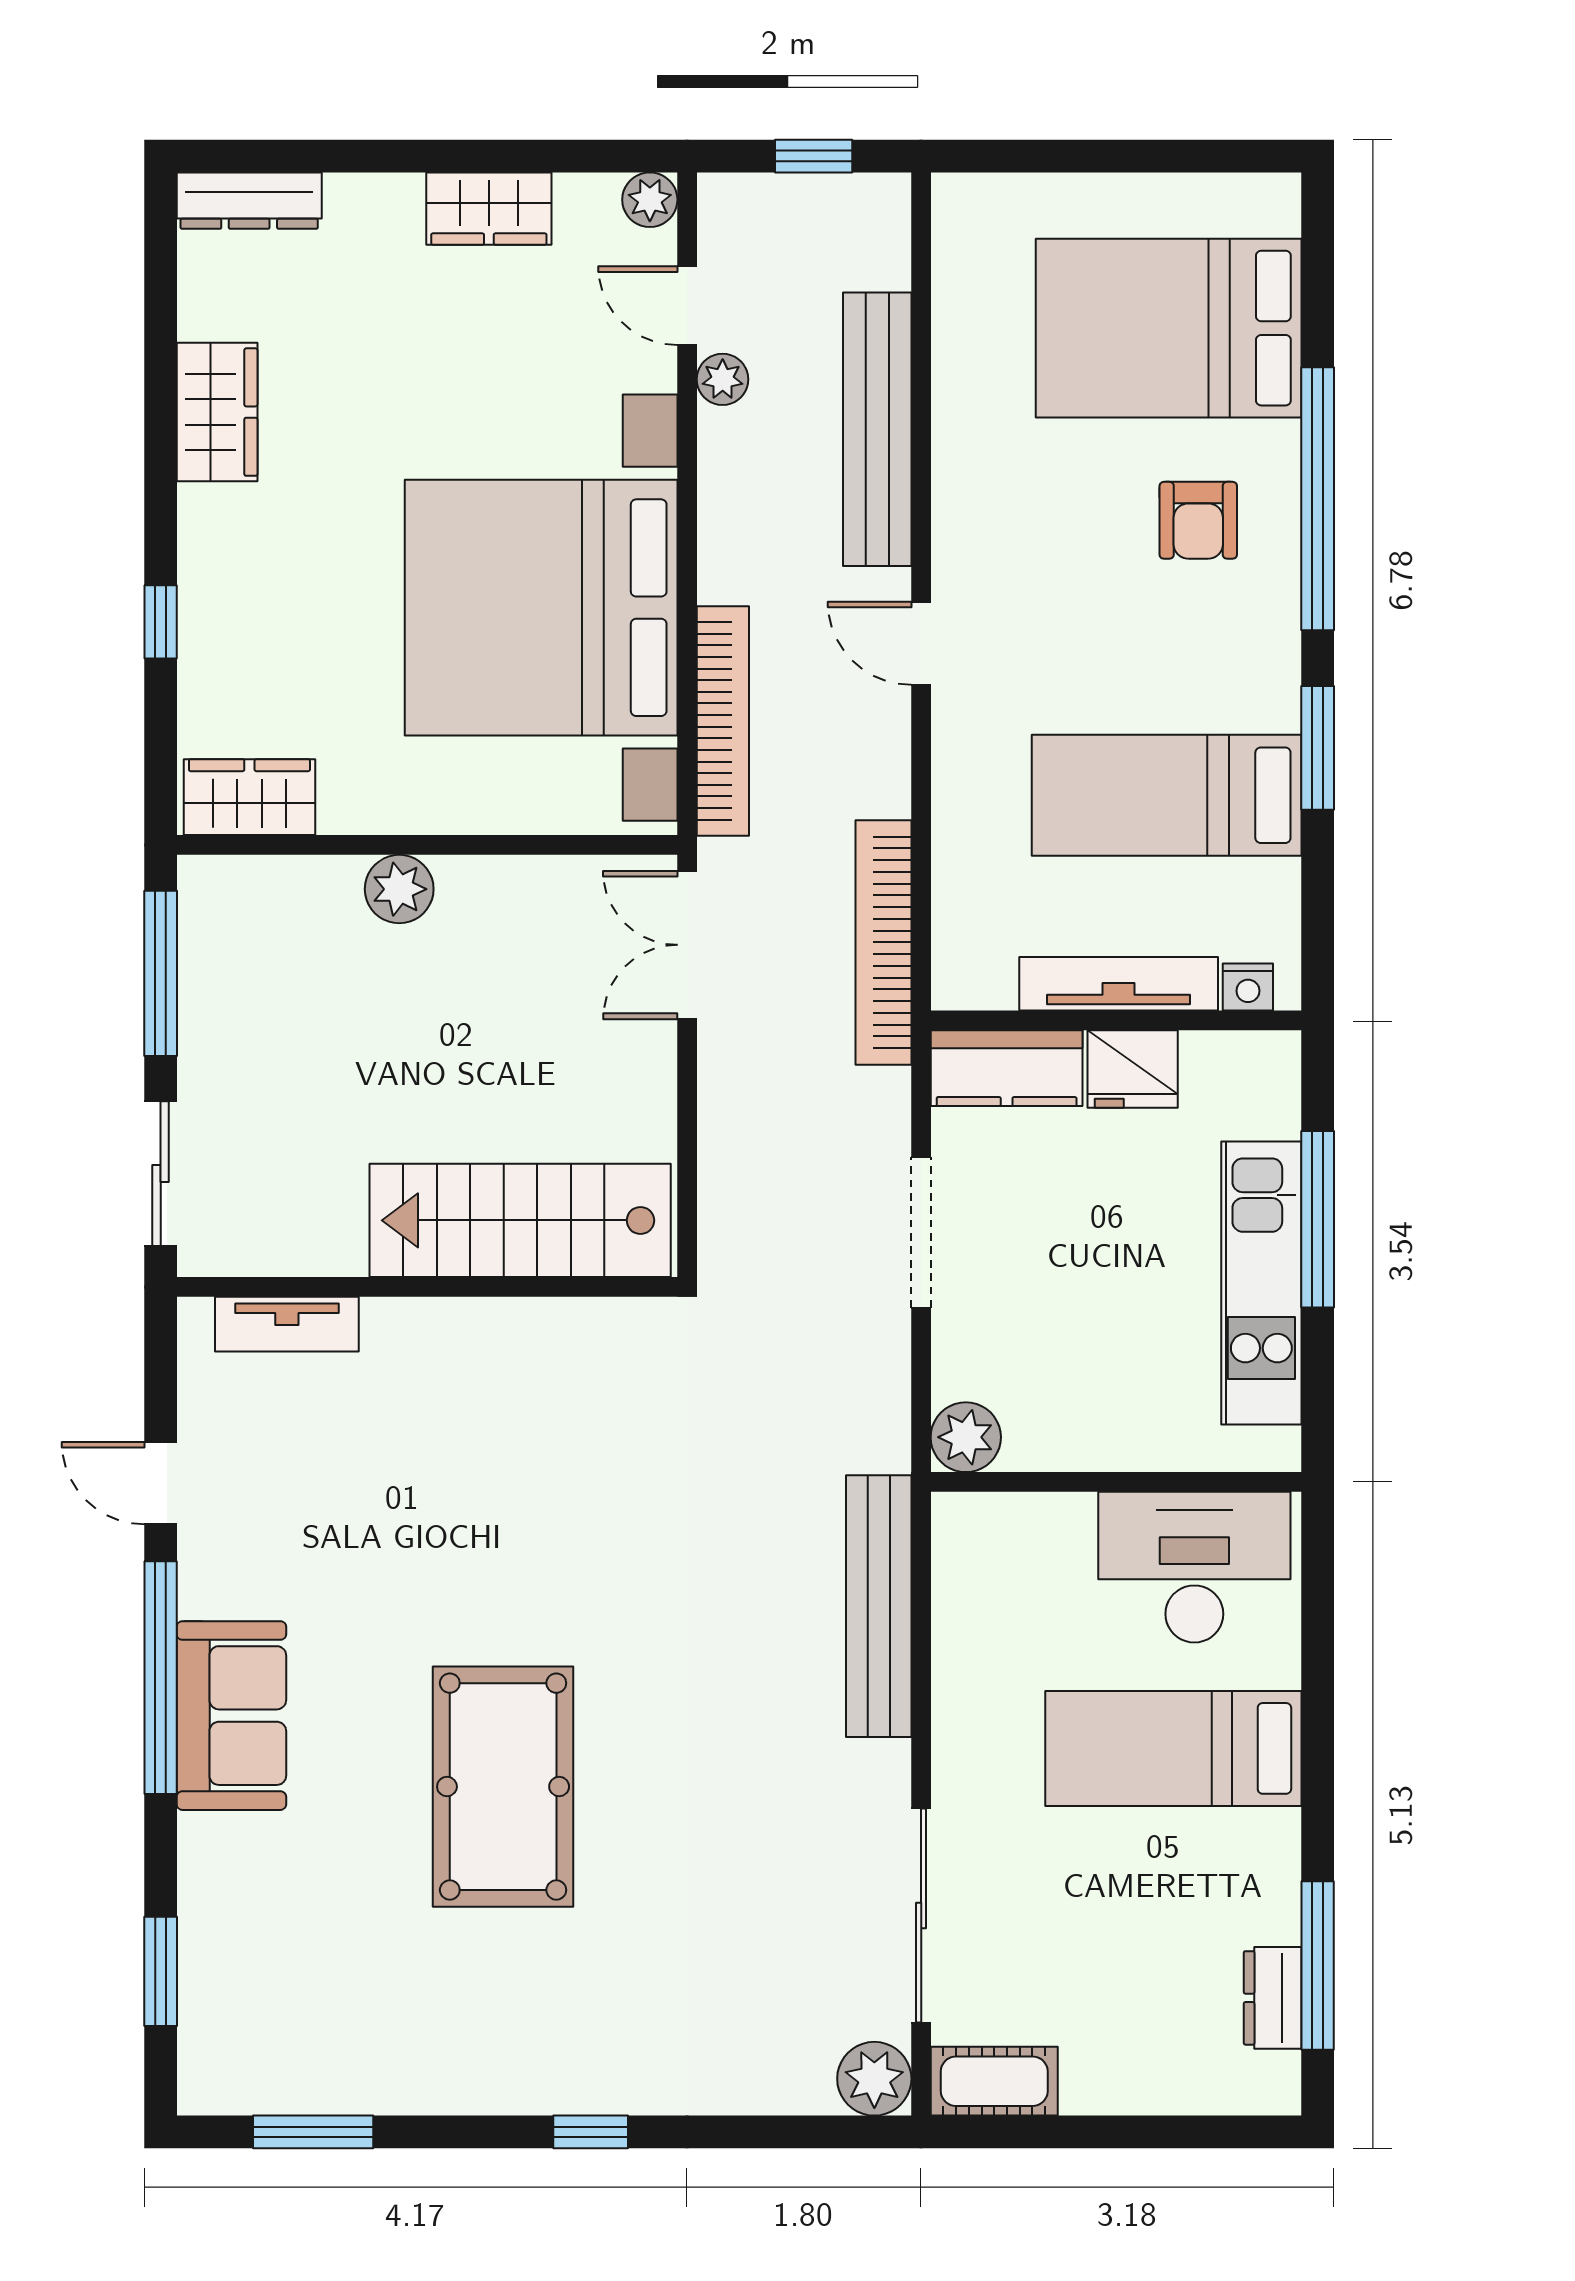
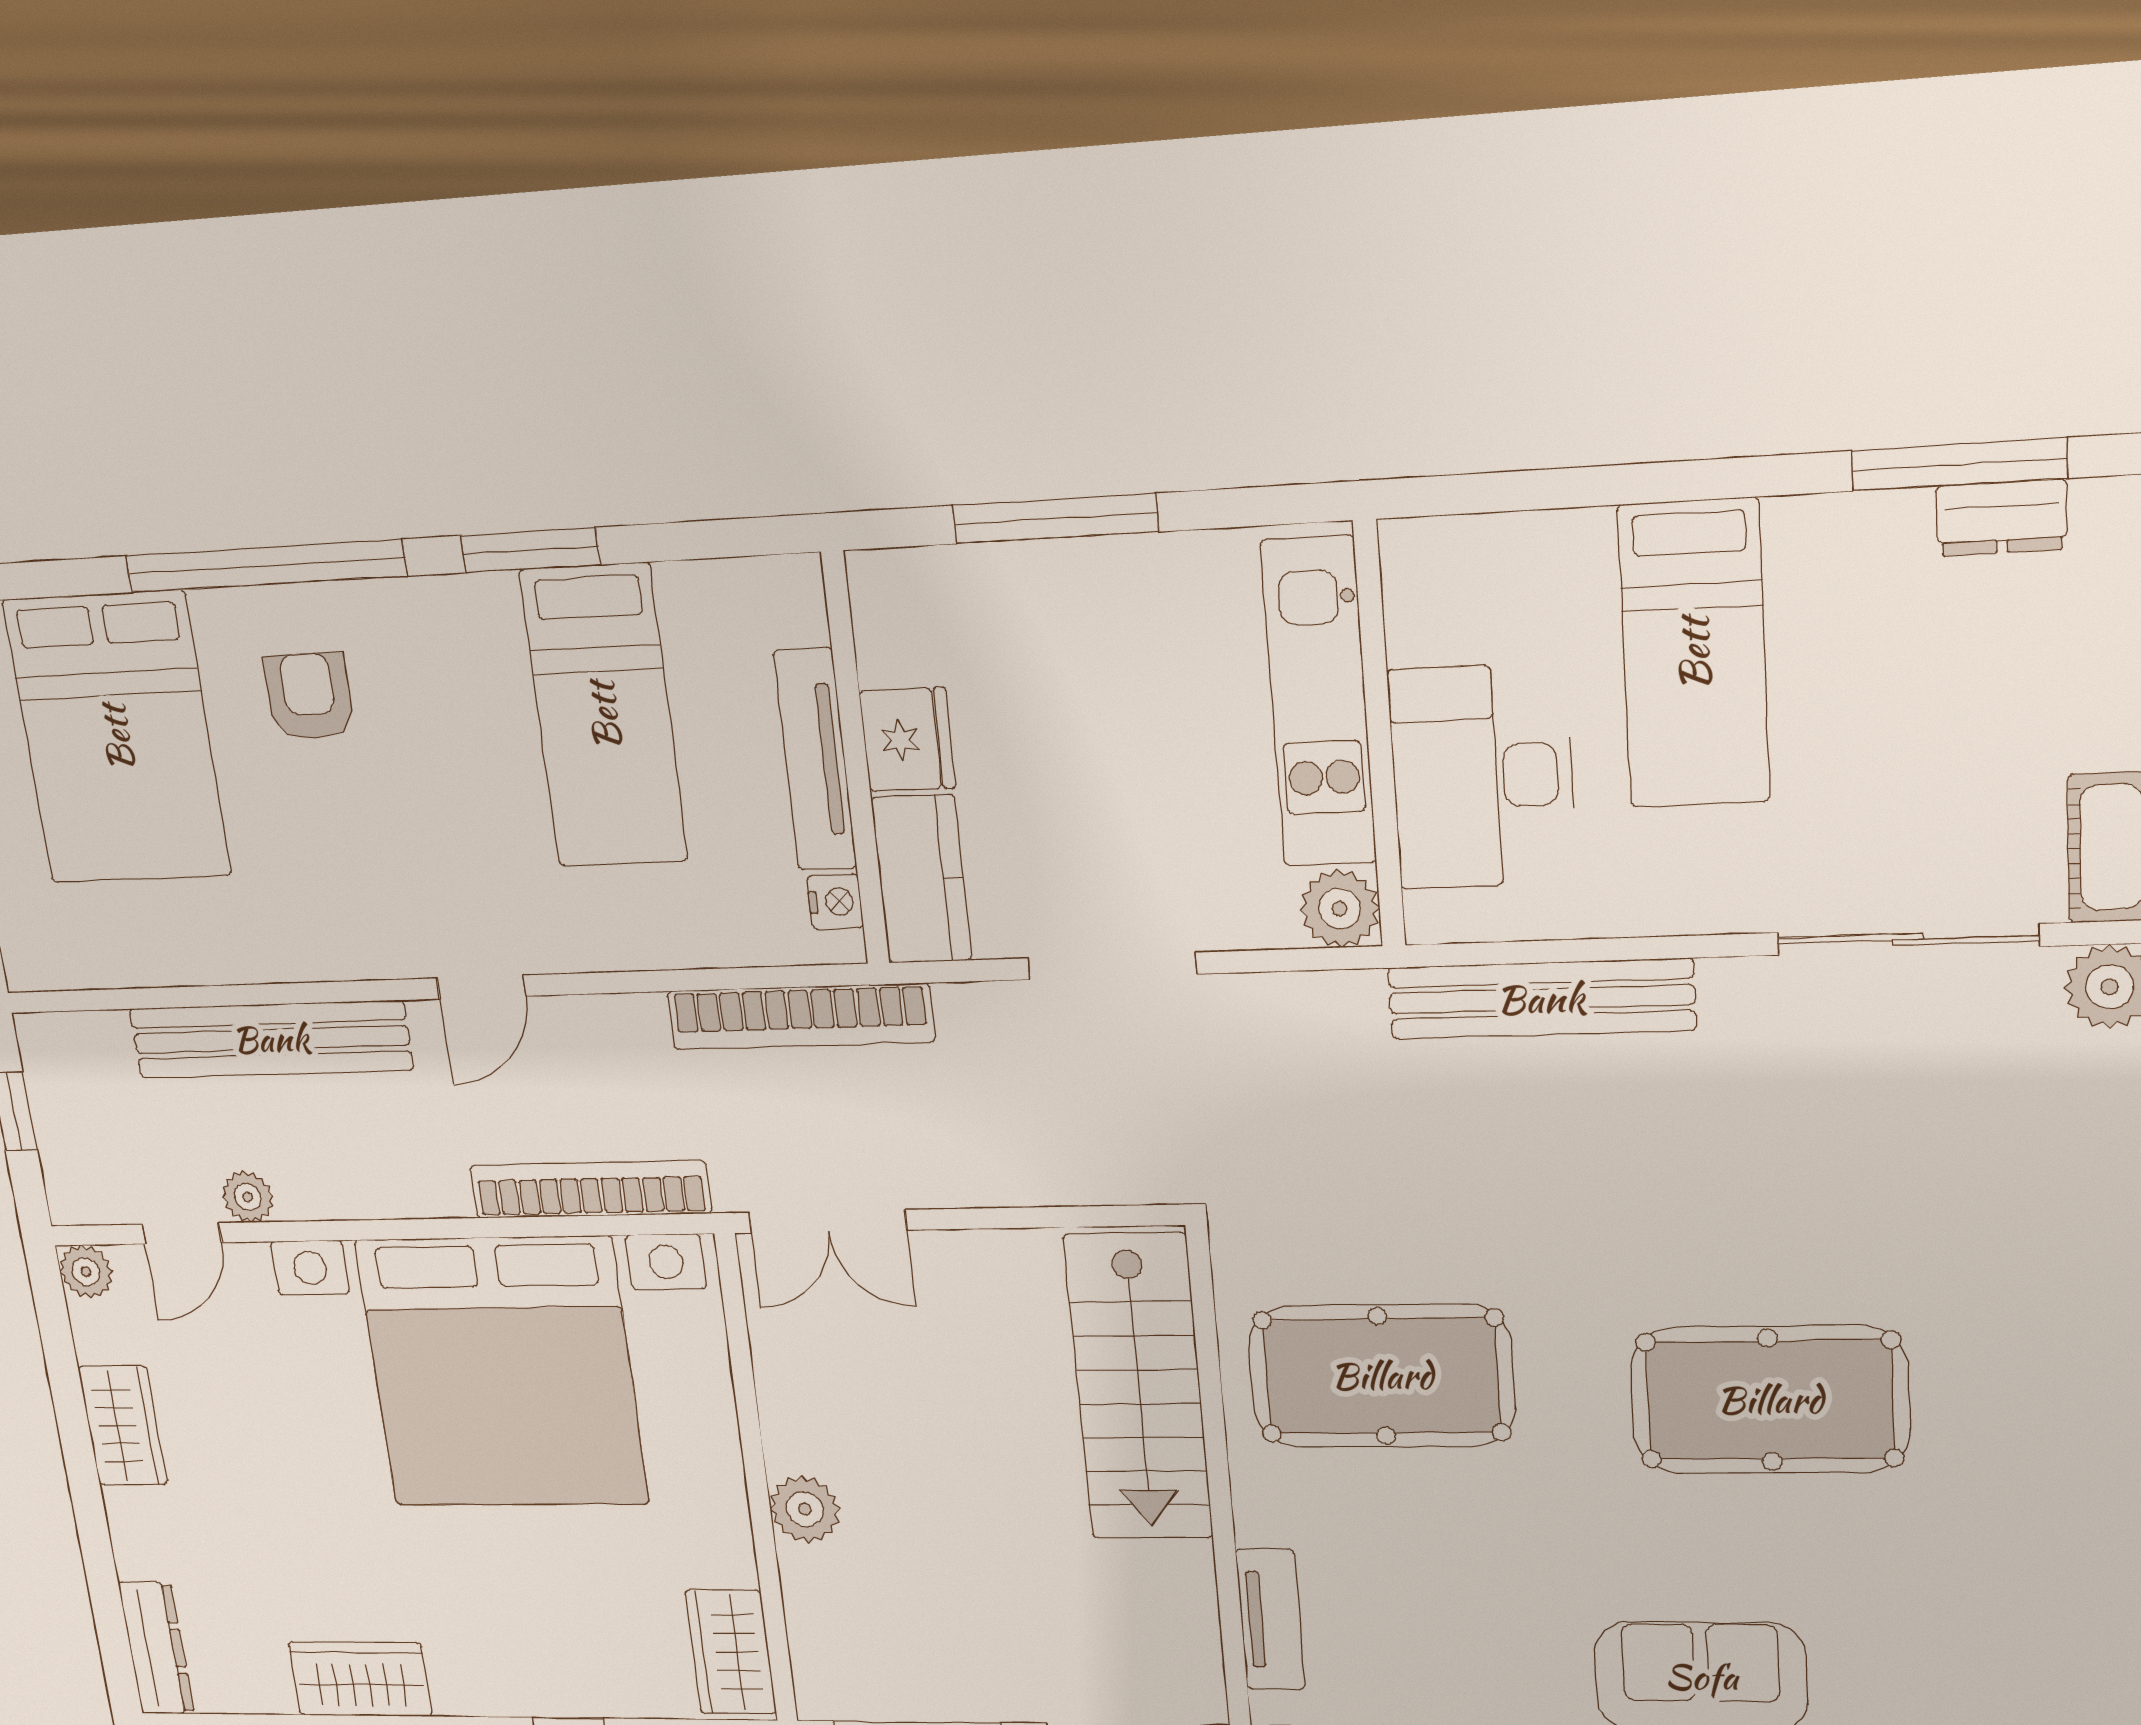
armchair: (1198, 520) -> (309, 696), turned -90
nightstand: (1248, 987) -> (835, 902), moved
kitchen unit: (1261, 1283) -> (1319, 703), moved, turned 90
pool table: (529, 1444) -> (1382, 1376), added
desk: (1194, 1567) -> (1482, 777), moved

